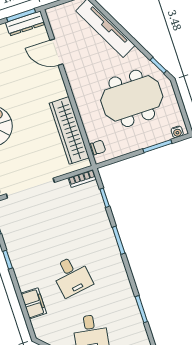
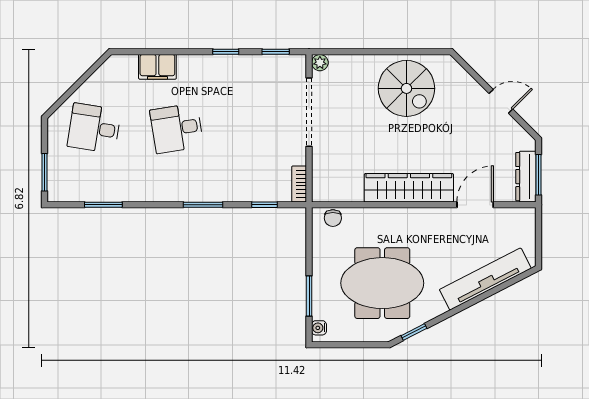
meeting table: (132, 98) -> (382, 283), turned 90
wardrobe: (69, 130) -> (409, 188), moved

